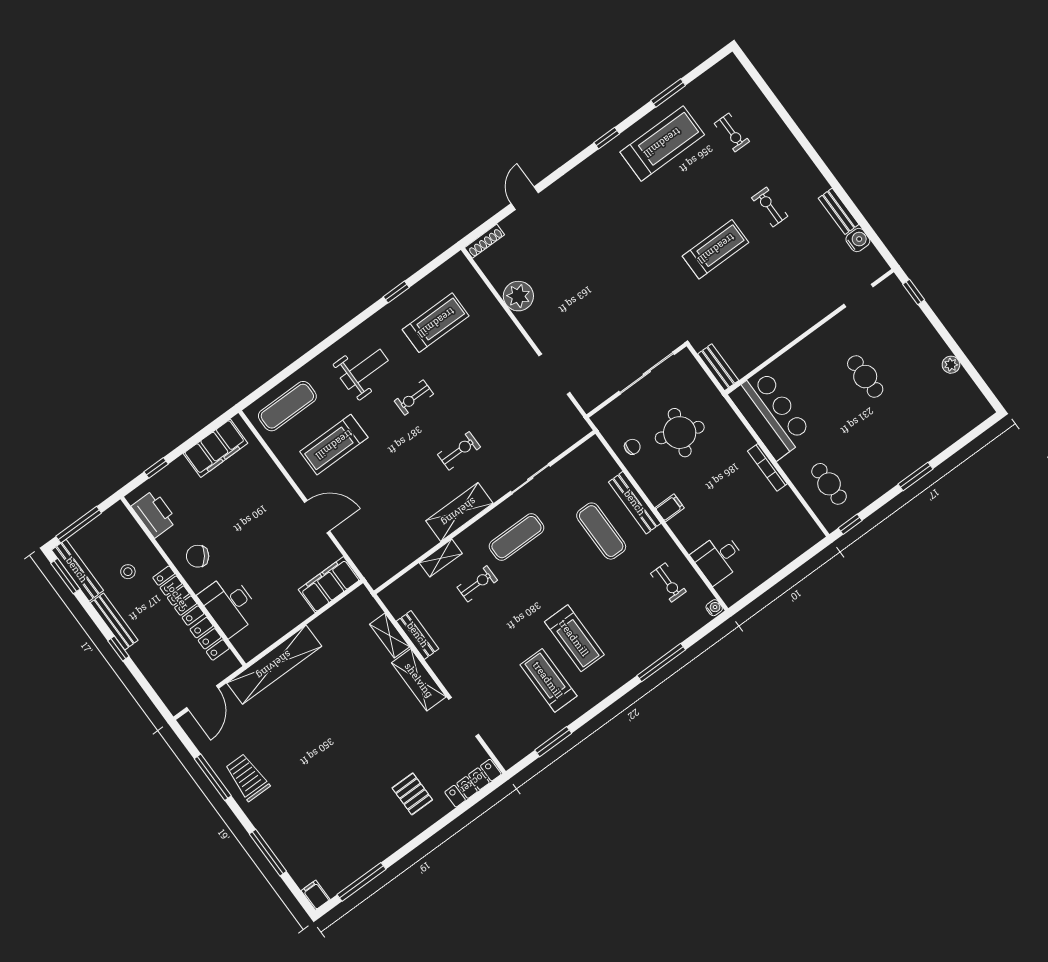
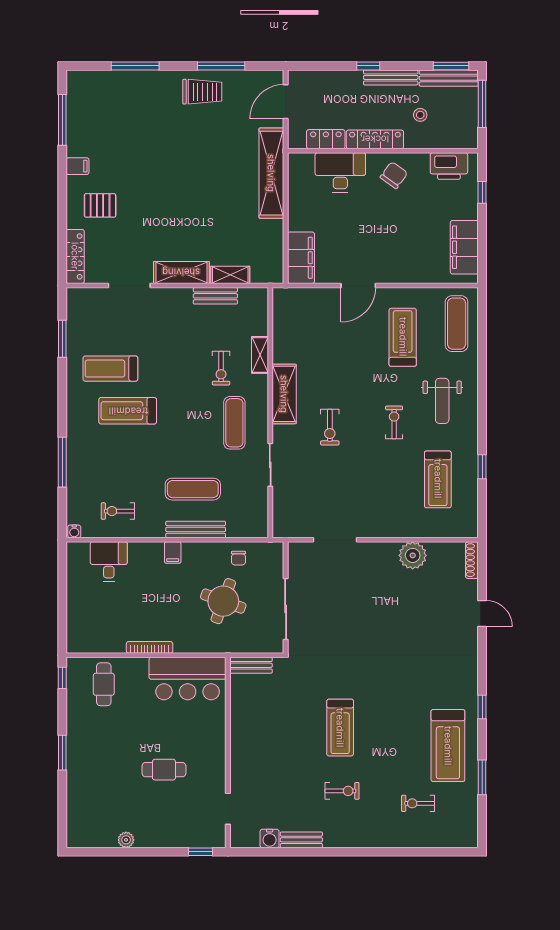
cafe table: (829, 484) -> (104, 684), turned 90
treadmill: (548, 680) -> (110, 369), turned 180
door: (203, 698) -> (286, 102), hinge flipped
filing cabinet: (316, 895) -> (77, 166), moved

